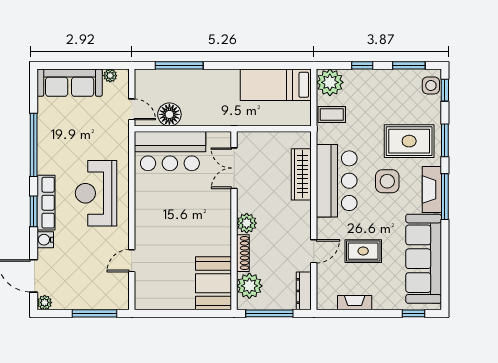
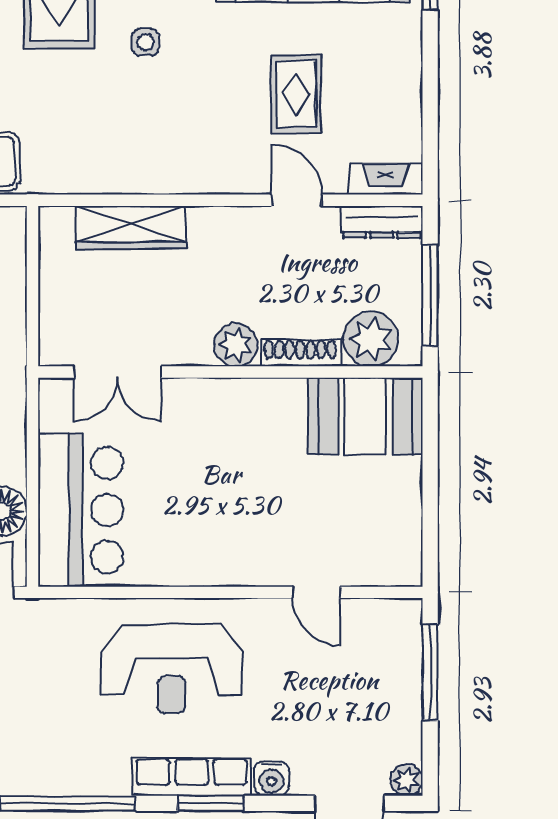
bar counter: (337, 181) -> (144, 151), removed
side table: (387, 181) -> (146, 42), width x0.54, depth x0.54
fireplace: (355, 303) -> (386, 179), moved, turned 90

